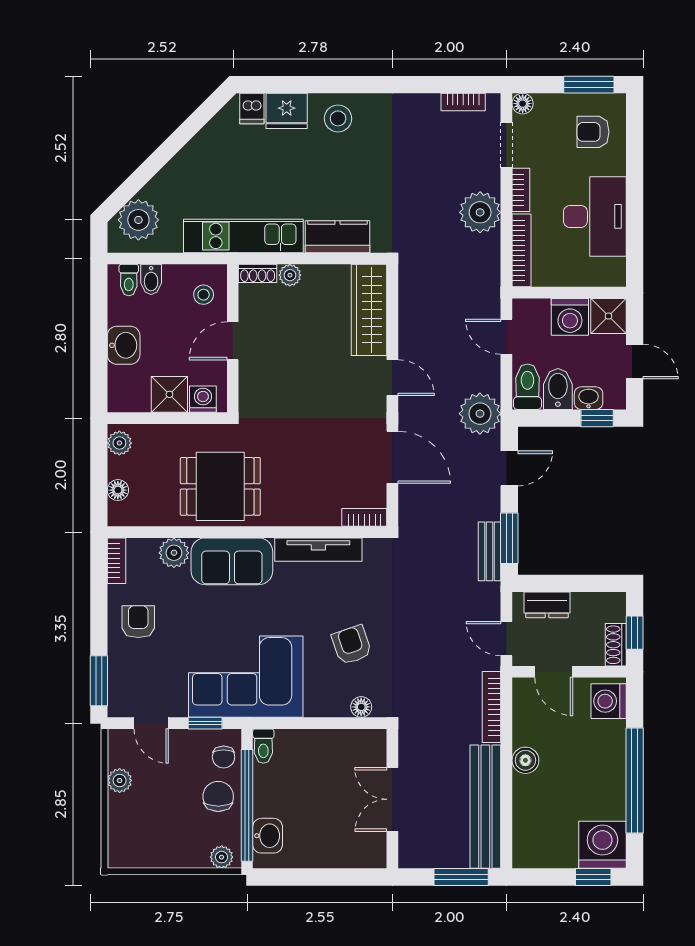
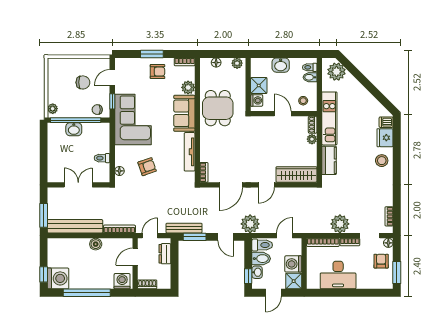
armchair: (593, 132) -> (381, 261), moved
bench: (489, 551) -> (184, 228), width x1.36
window: (635, 633) -> (153, 293), removed
window: (99, 681) -> (152, 54), moved
toilet: (263, 746) -> (102, 158), moved
plant: (120, 780) -> (87, 63), removed
chair: (218, 796) -> (83, 82), moved
washbasin: (268, 836) -> (74, 129), moved

